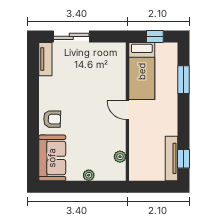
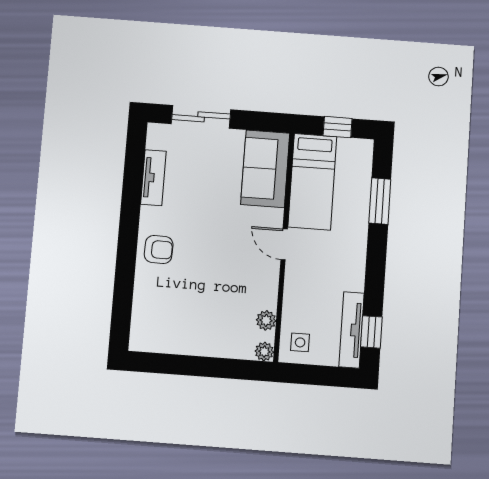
tv unit: (45, 59) -> (153, 178), moved
sofa: (52, 158) -> (265, 169), moved, turned 180
side table: (141, 168) -> (300, 342), added
plant: (89, 175) -> (264, 352), moved

